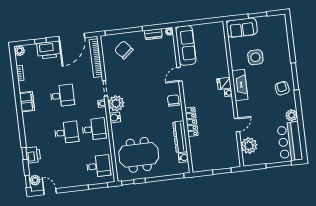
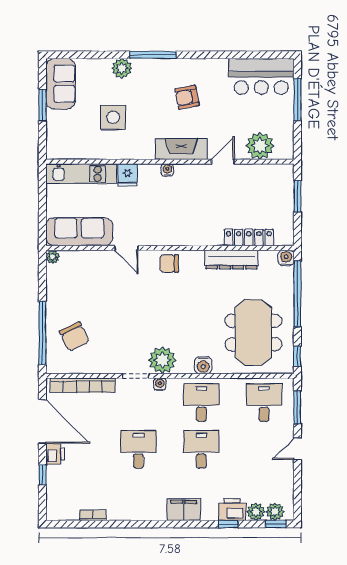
sofa: (242, 28) -> (61, 84), moved
dresser: (153, 34) -> (54, 284), removed
kitchen unit: (220, 43) -> (81, 174), added
printer: (49, 50) -> (55, 454), width x0.53, depth x0.68
chair: (124, 50) -> (74, 337), turned -75
plant: (20, 51) -> (256, 512), moved
fridge: (224, 83) -> (127, 175), moved
fireplace: (240, 85) -> (181, 149), moved
armchair: (282, 88) -> (187, 97), moved
filing cabinet: (27, 102) -> (184, 510), moved
plant: (292, 115) -> (122, 68), moved
water cooler: (115, 118) -> (203, 365), moved
locker: (191, 122) -> (249, 238), moved
door: (237, 125) -> (223, 162), hinge flipped
water cooler: (184, 158) -> (286, 258), moved
door: (50, 192) -> (297, 449), moved

